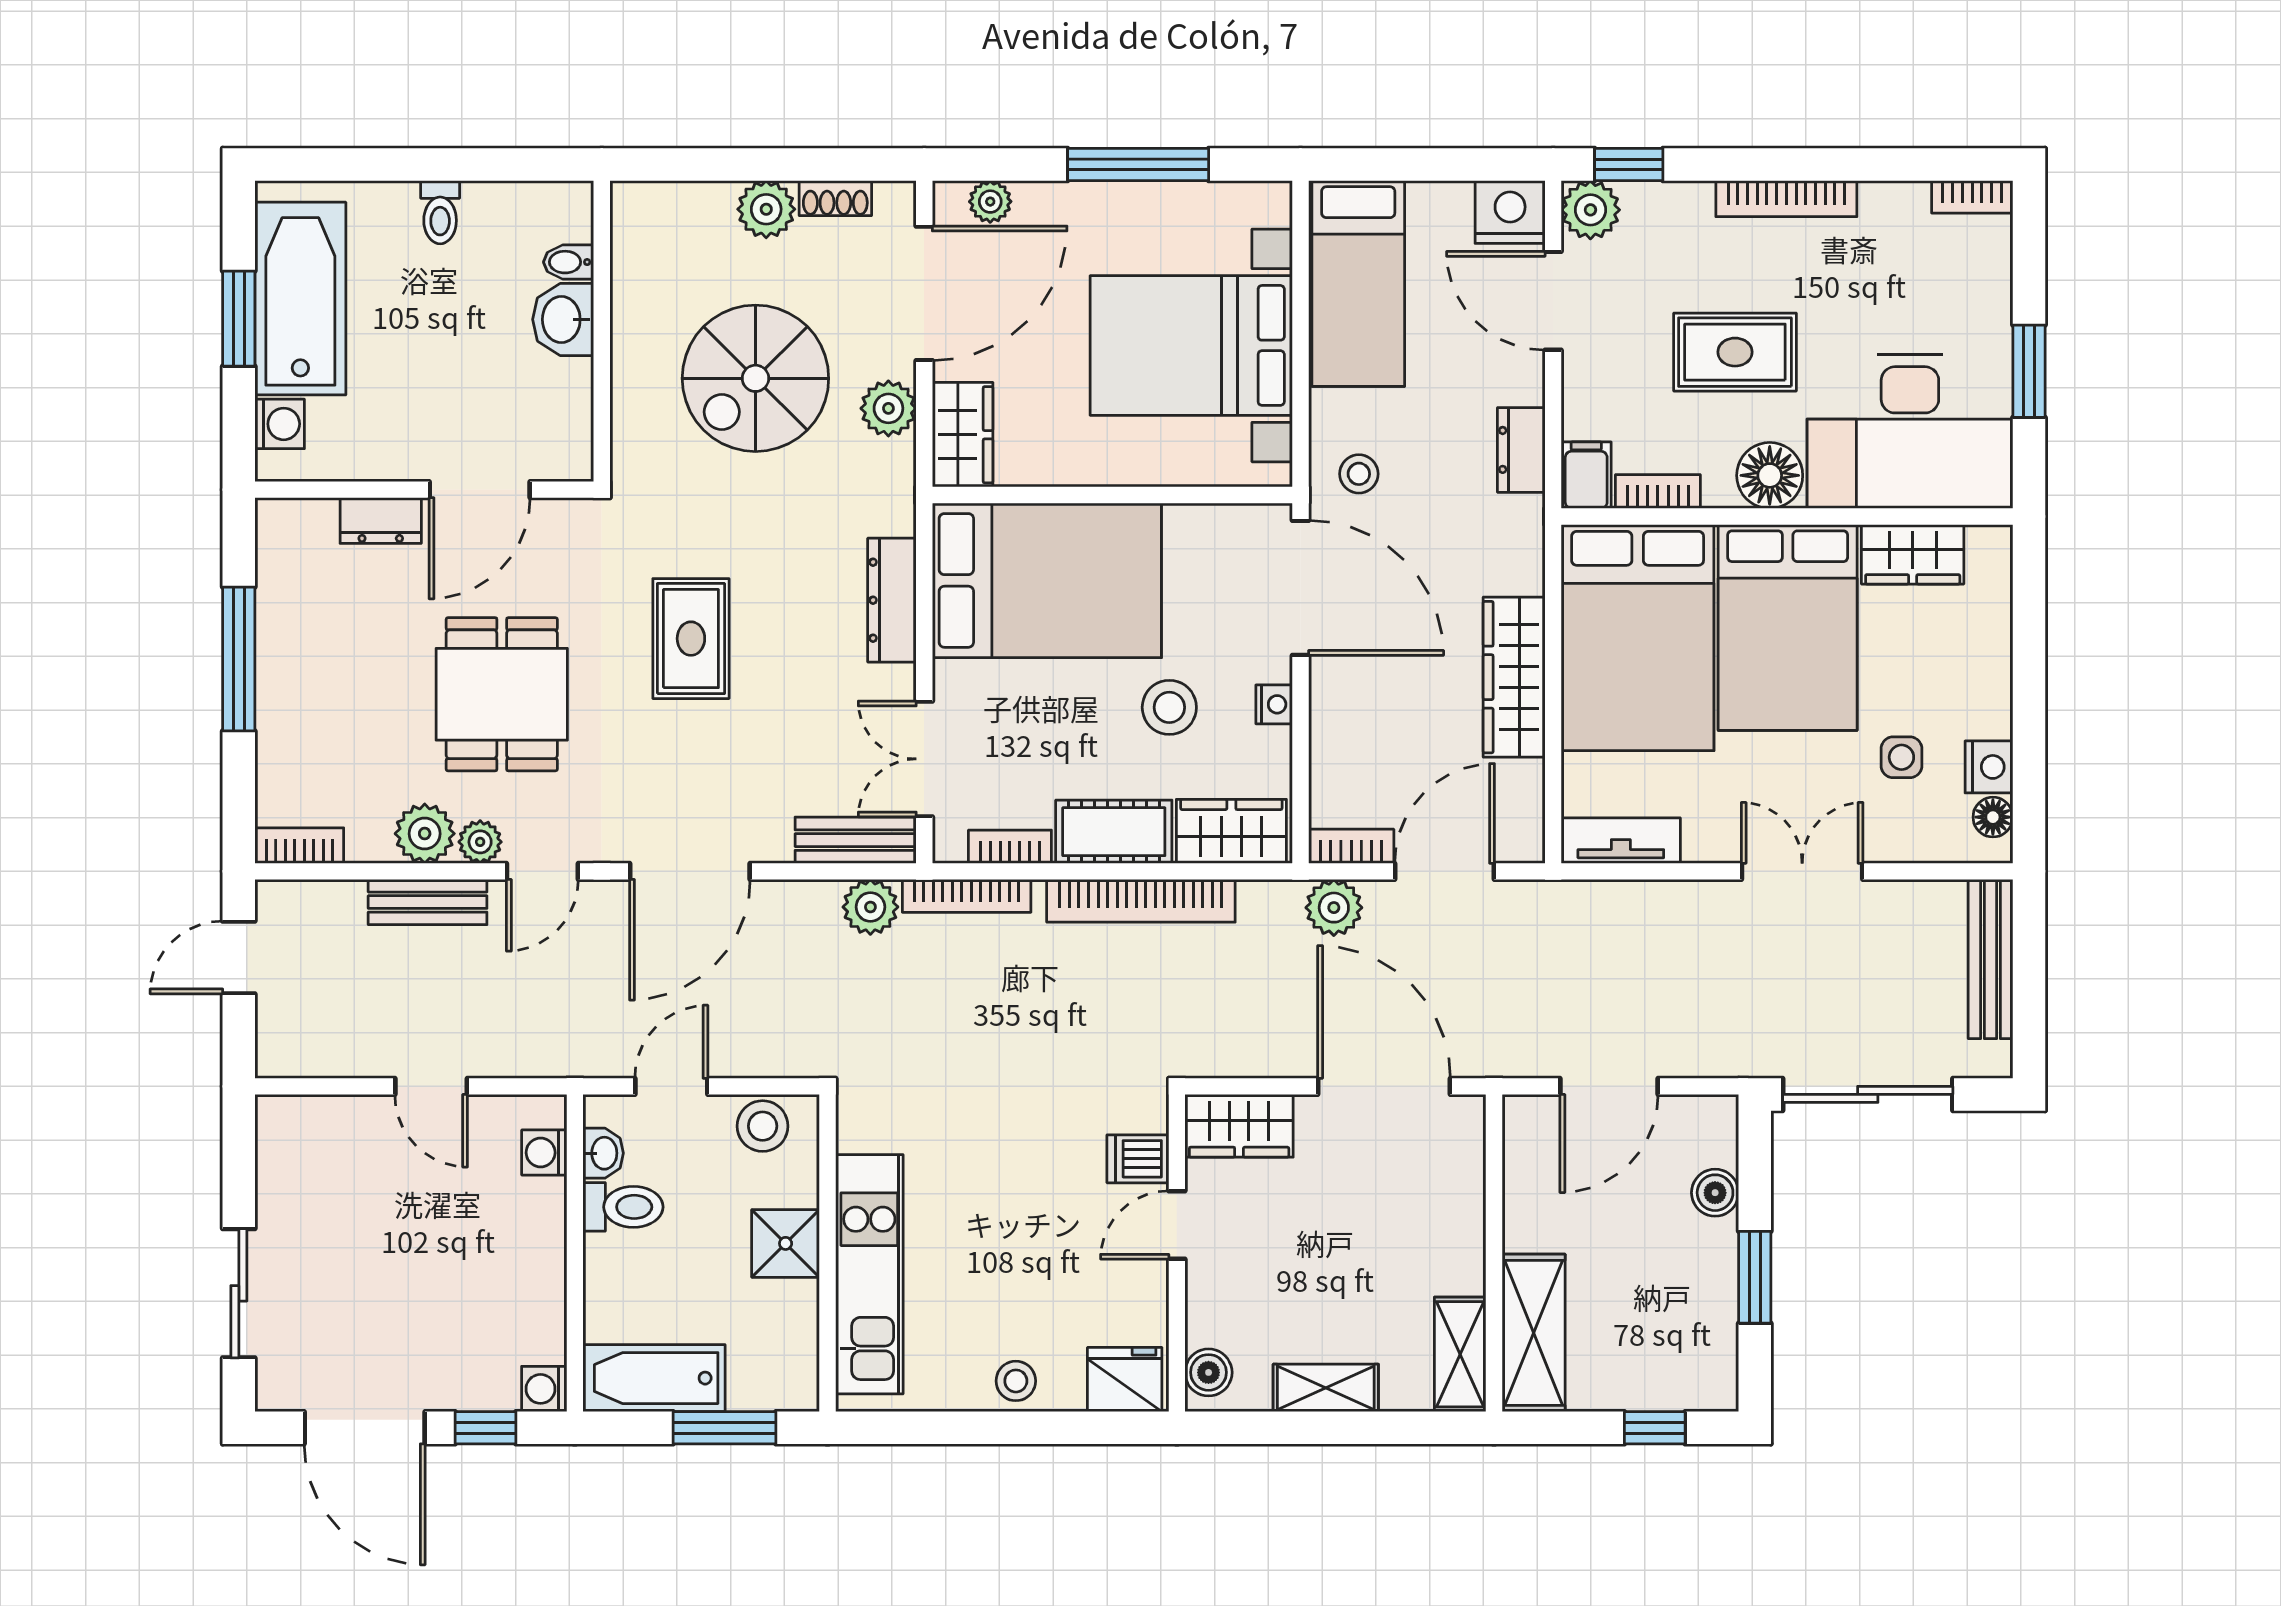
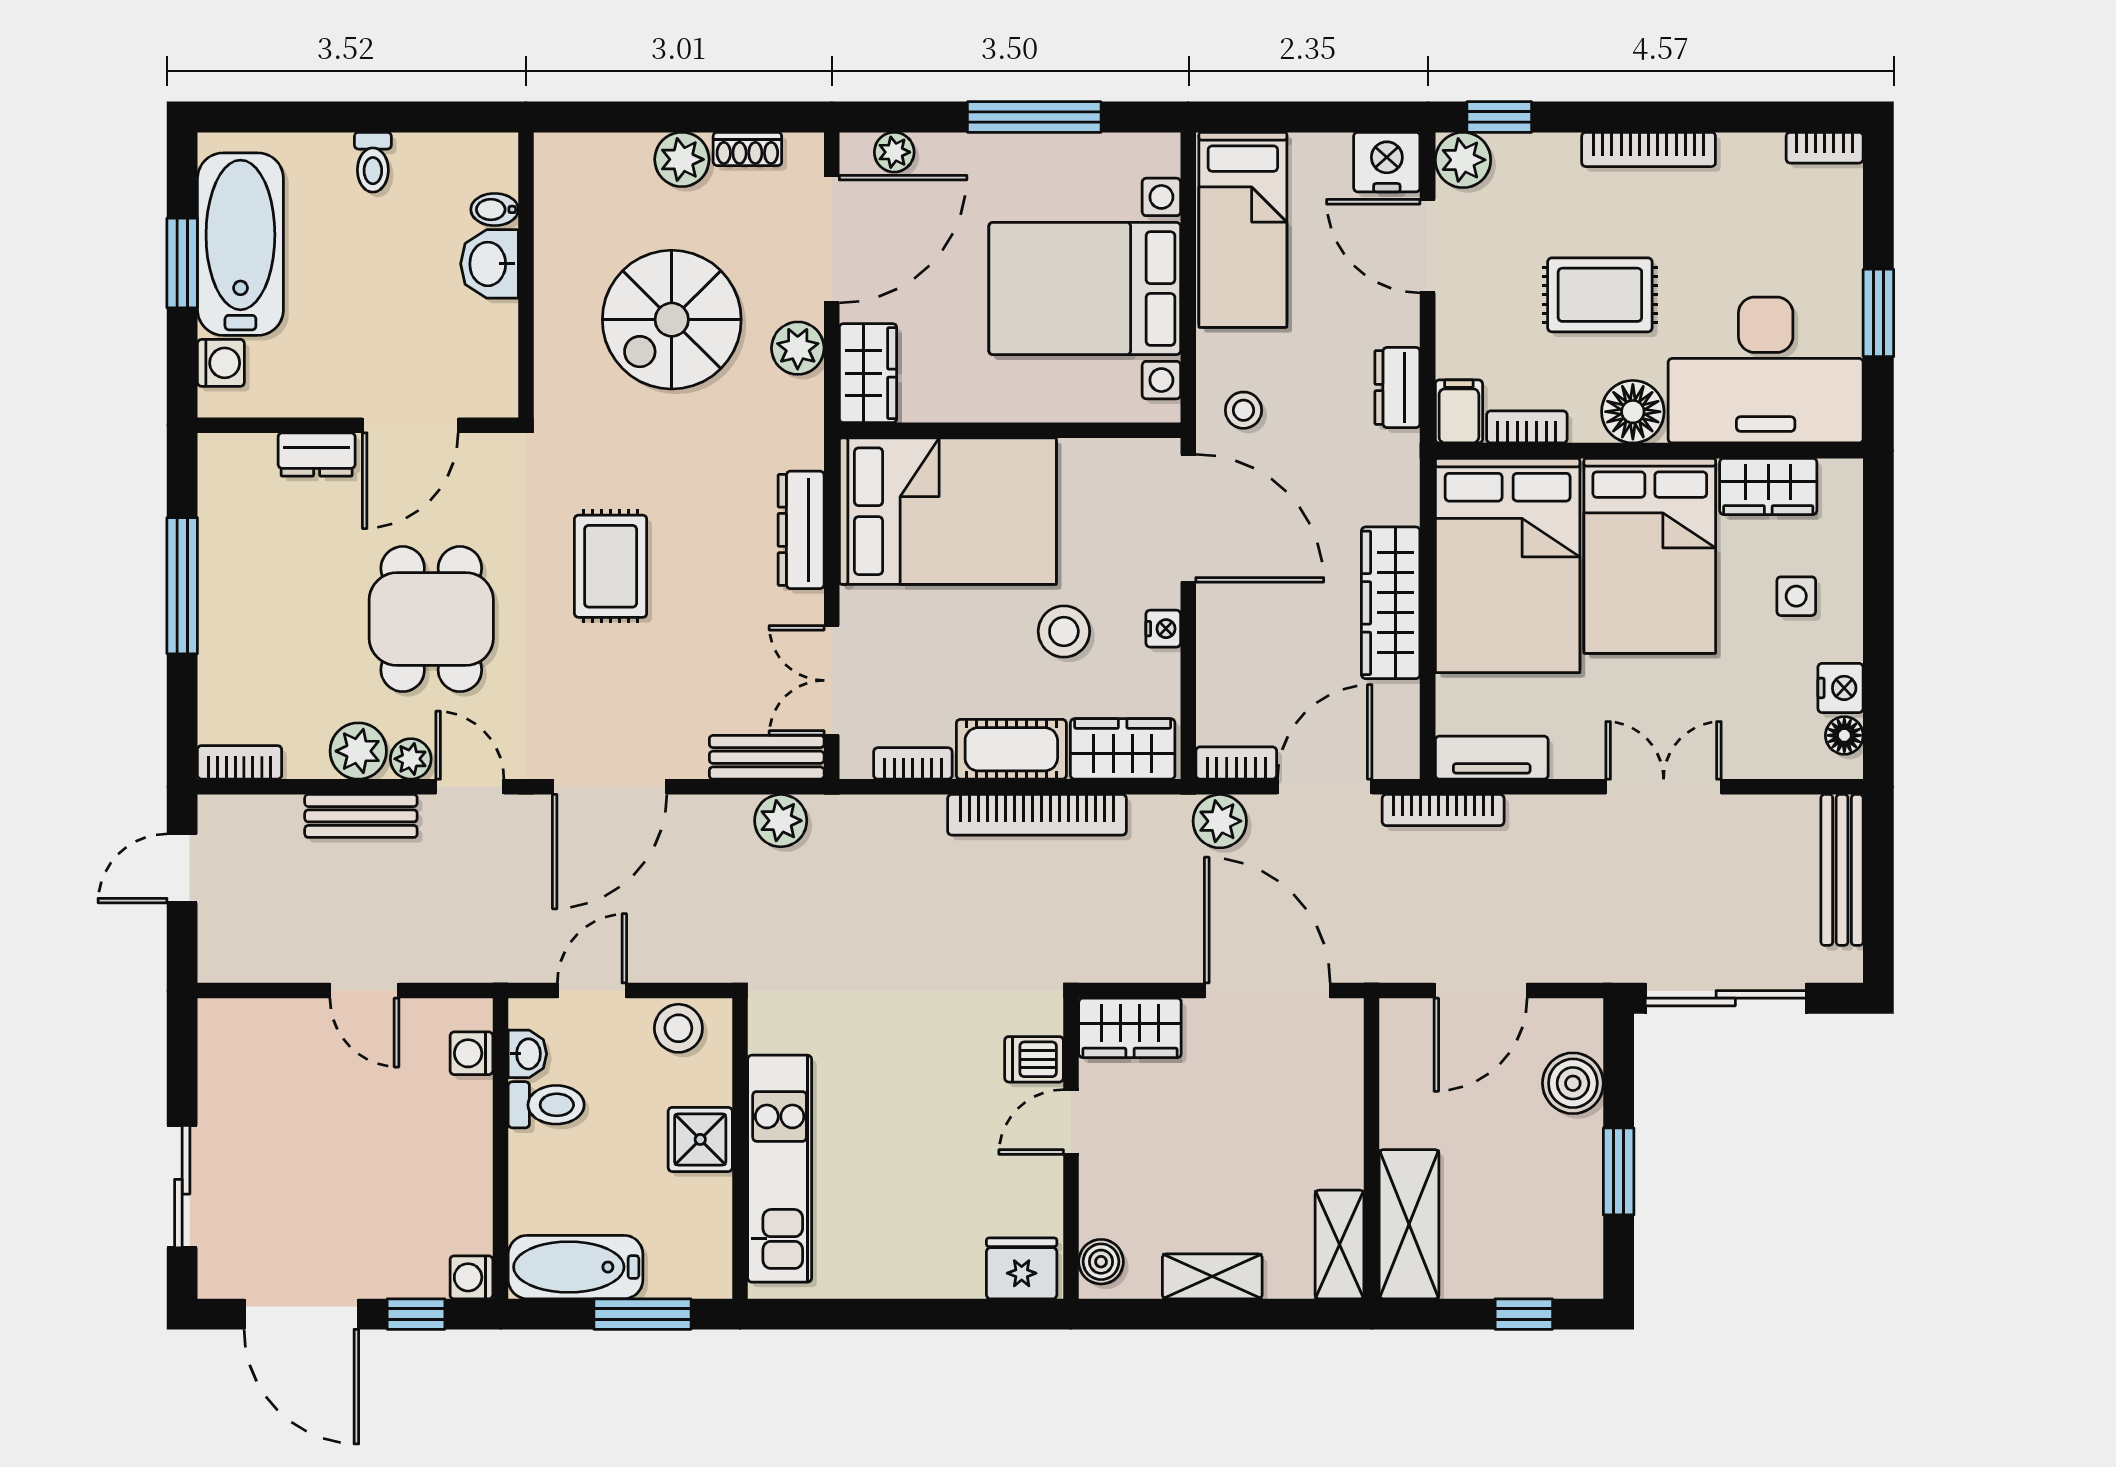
side table: (1901, 757) -> (1796, 596), moved
door: (542, 871) -> (470, 787), swing flipped
bookcase: (967, 896) -> (1443, 810), moved
boiler: (1715, 1193) -> (1573, 1083), width x1.36, depth x1.36
stool: (1016, 1381) -> (918, 1270), removed

